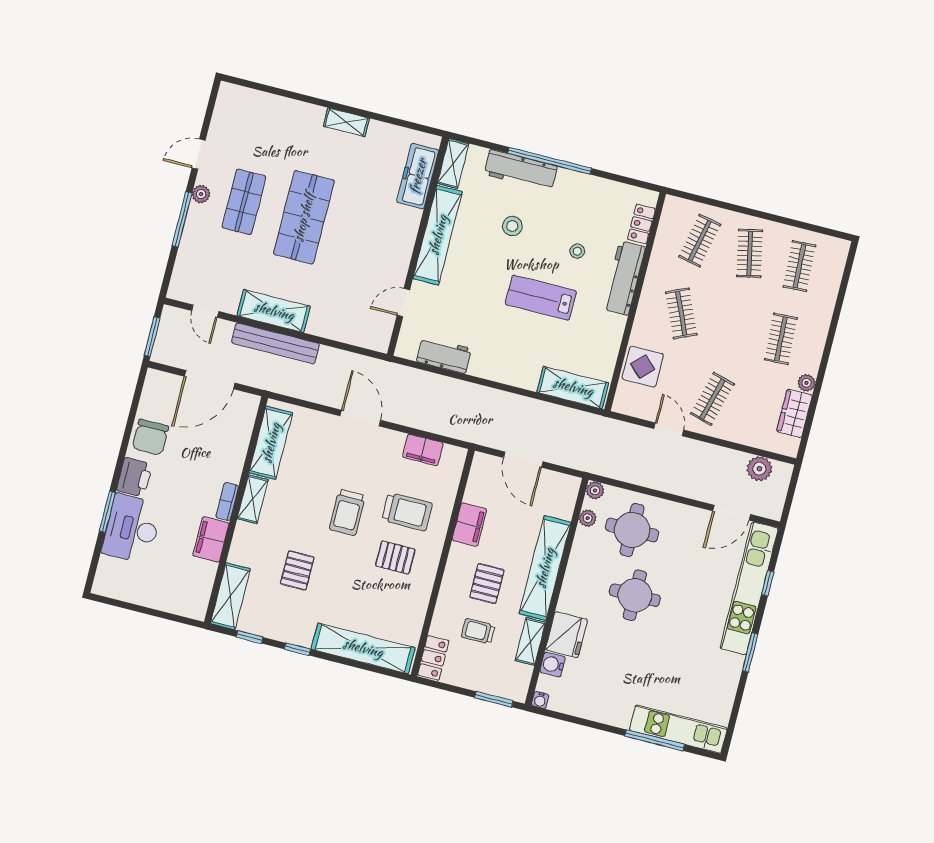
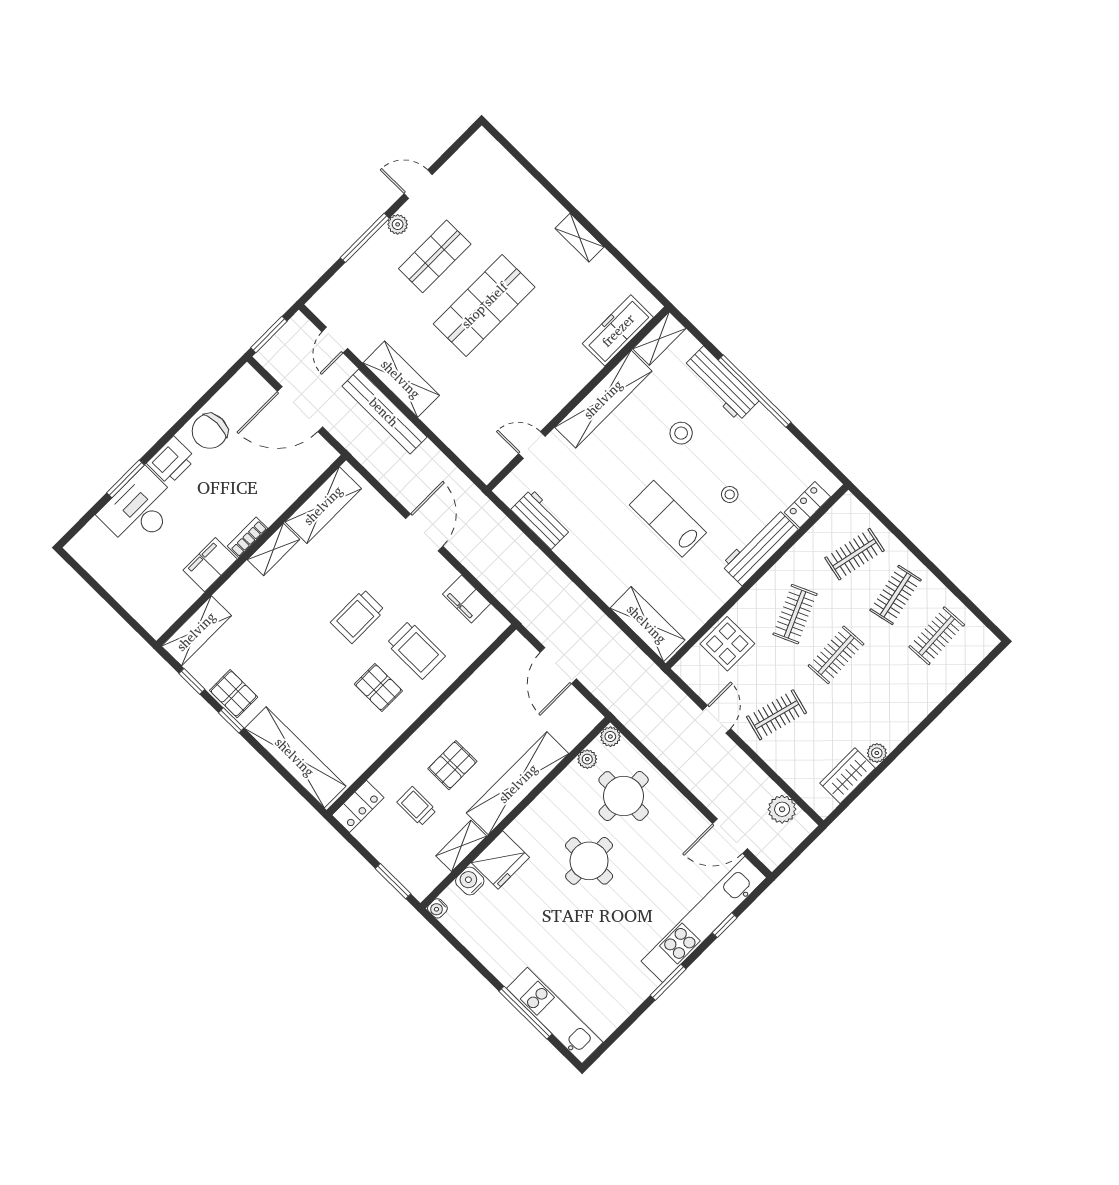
clothes rail: (781, 339) -> (836, 655), moved
filing cabinet: (469, 525) -> (469, 698), removed
pallet: (297, 571) -> (234, 694), moved, turned 90

